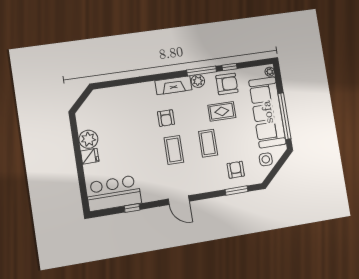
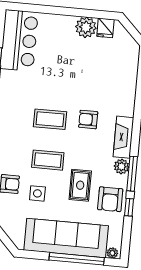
window: (285, 116) -> (77, 259), moved
fridge: (90, 156) -> (105, 28), moved
side table: (266, 159) -> (37, 193), moved

